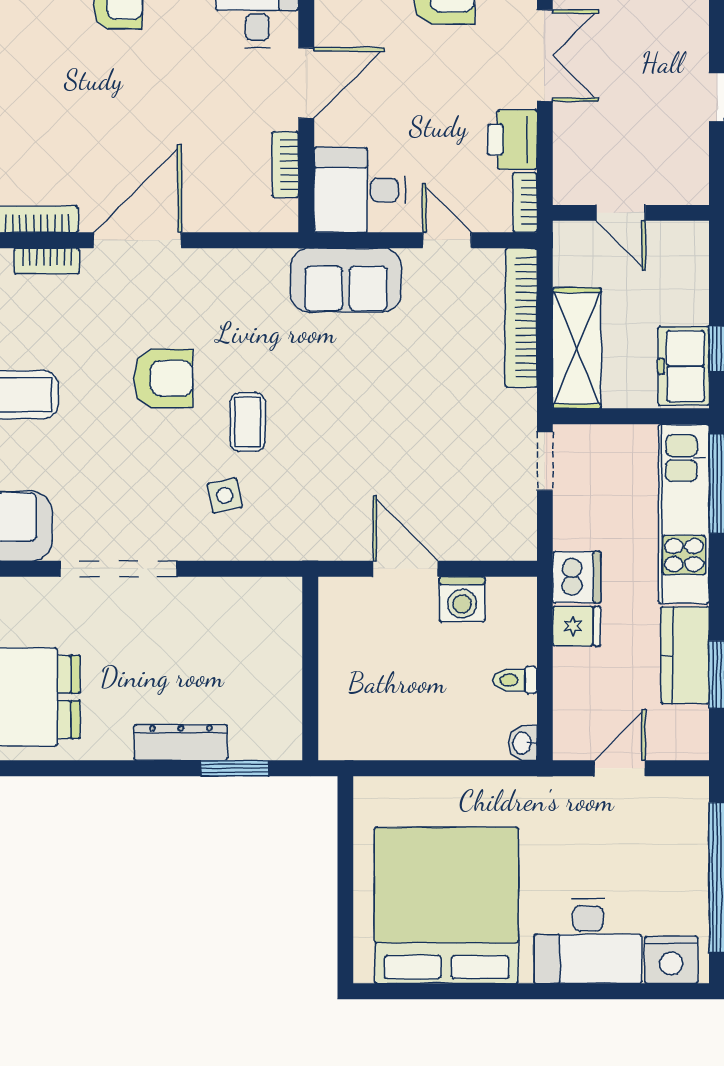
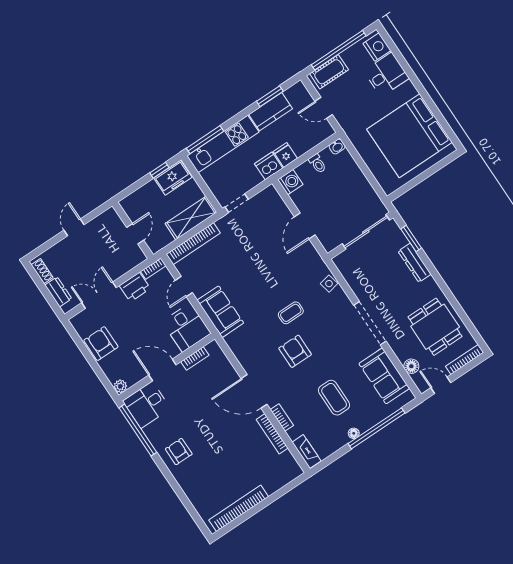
side table: (225, 496) -> (329, 284), moved
washing machine: (462, 599) -> (290, 182), moved
sliding door: (310, 685) -> (366, 232), added
cot: (686, 829) -> (329, 72), added
desk: (588, 941) -> (386, 75), width x0.73

